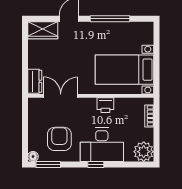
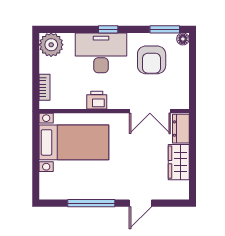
wardrobe: (43, 30) -> (179, 162), moved, turned -90

